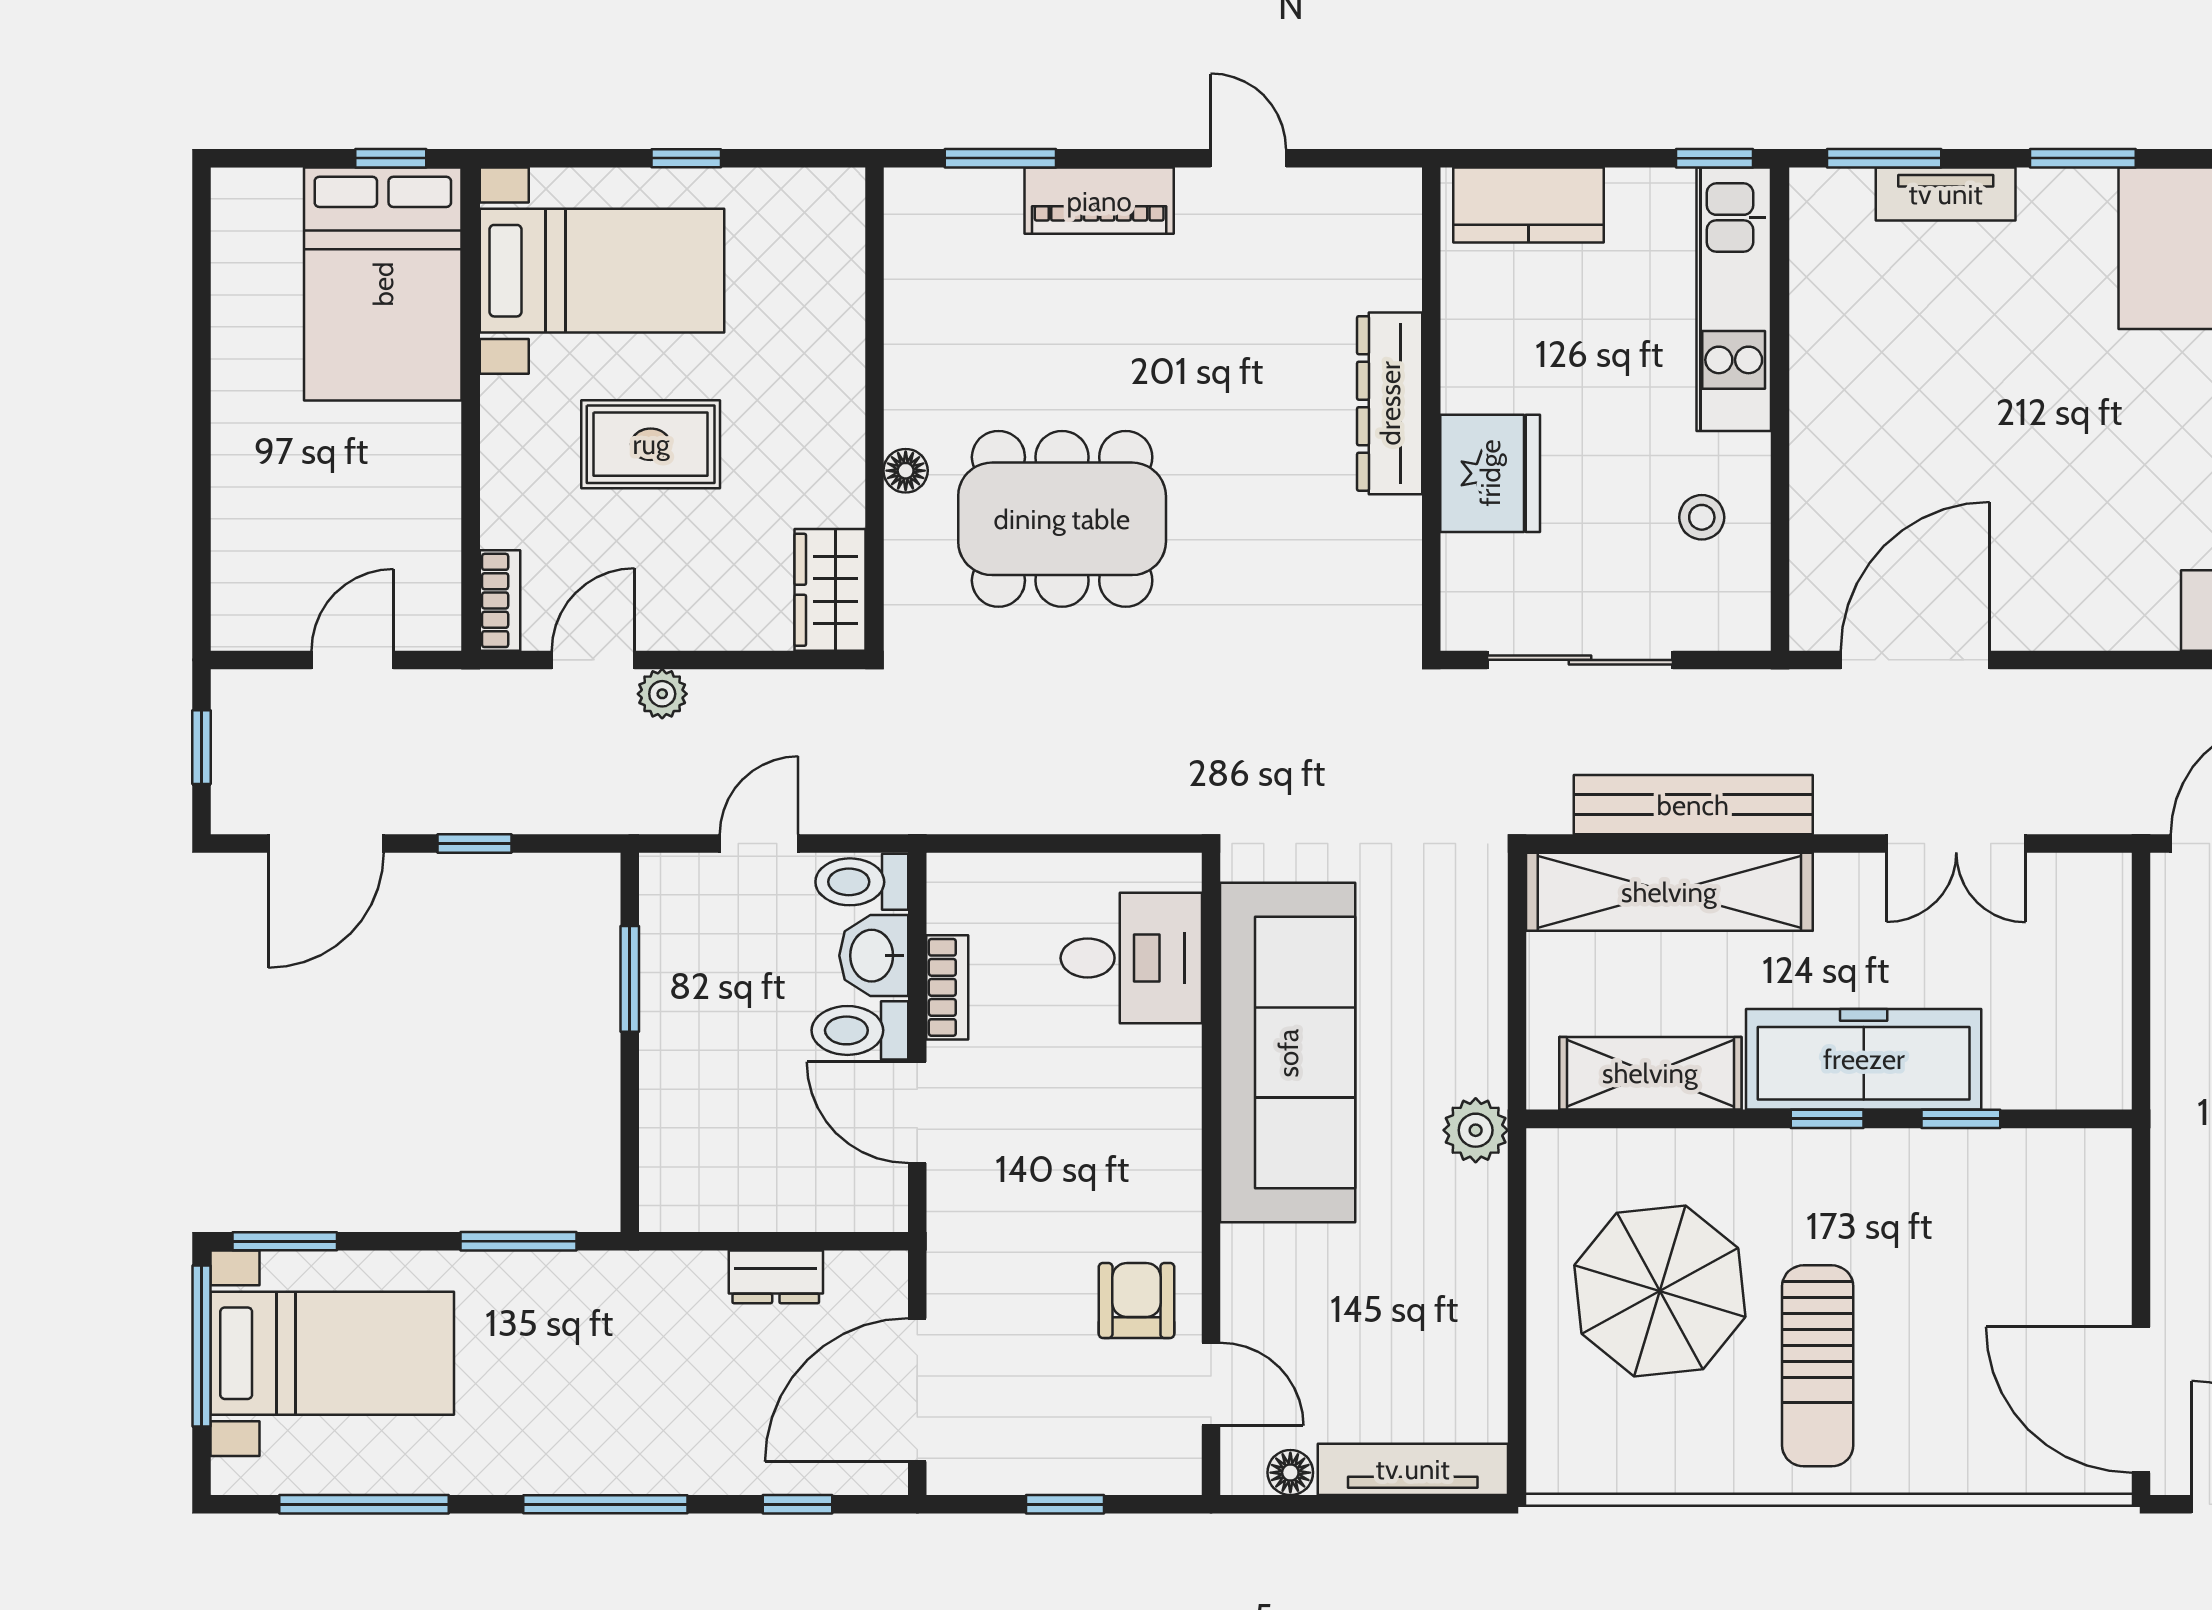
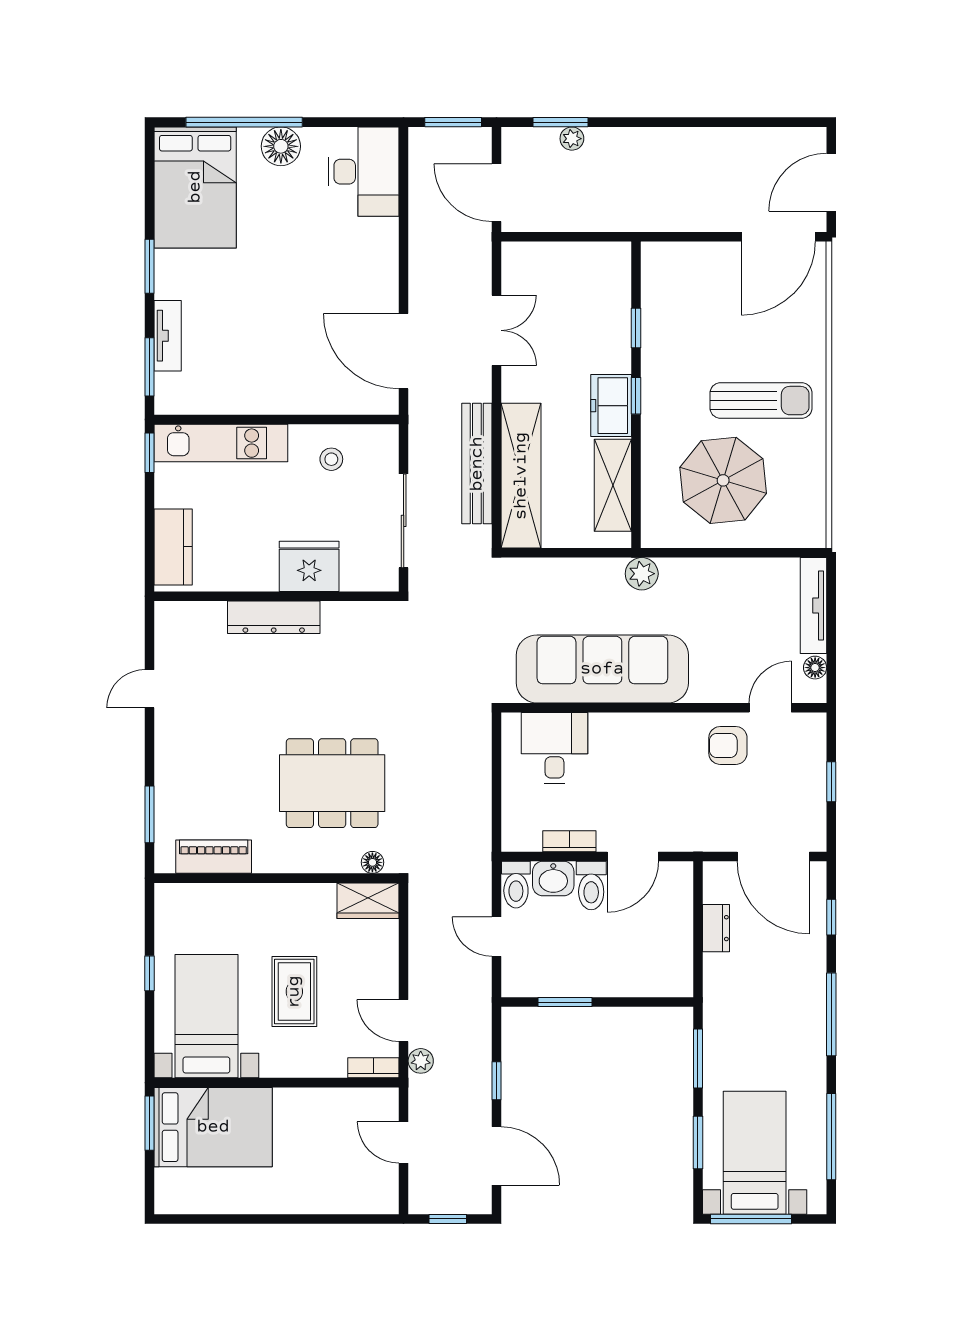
window: (391, 158) -> (150, 1123), width x1.50
piano: (1099, 201) -> (214, 857), moved, turned -90
floor lamp: (906, 471) -> (372, 862), moved
dining table: (1062, 519) -> (332, 783), turned 90
plant: (662, 694) -> (421, 1061), moved
freezer: (1864, 1059) -> (611, 406), width x0.52, depth x0.79
window: (285, 1241) -> (698, 1142), moved

